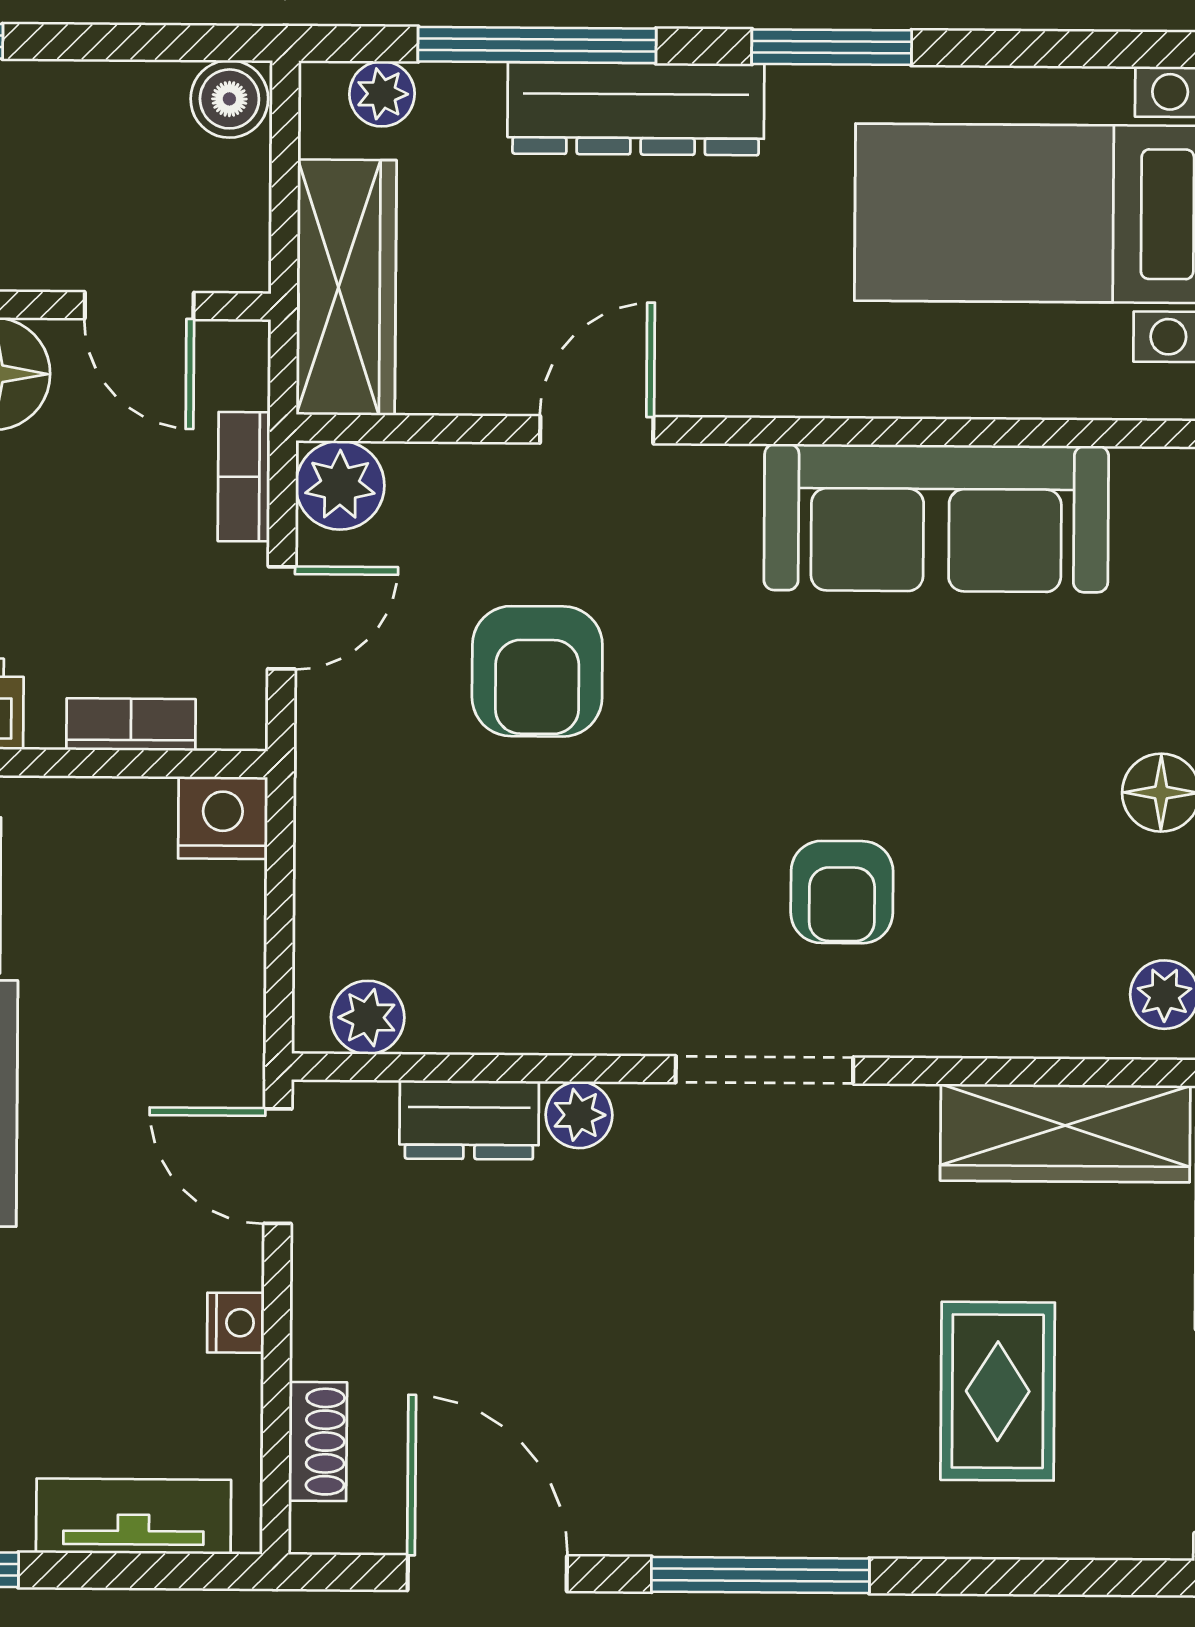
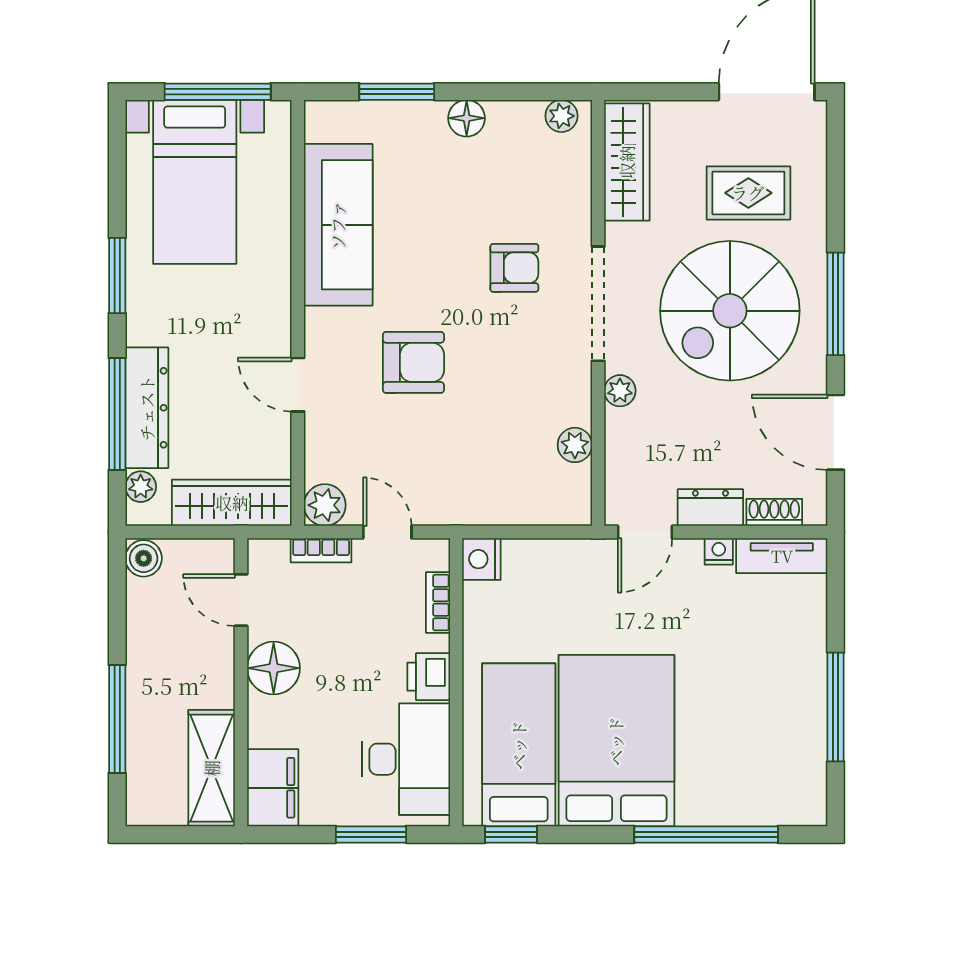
dresser: (636, 109) -> (147, 408), moved
door: (139, 306) -> (241, 600), swing flipped
armchair: (537, 671) -> (413, 362), moved
plant: (368, 1017) -> (575, 445), moved
doorway: (764, 1070) -> (598, 304), width x1.36
dresser: (469, 1120) -> (710, 508), moved, turned -90
spiral stairs: (747, 1350) -> (730, 311), added
tv unit: (134, 1516) -> (782, 556), moved, turned -90
door: (487, 1573) -> (836, 432), hinge flipped

